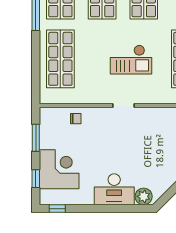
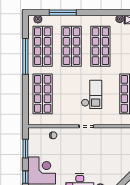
checkout: (131, 60) -> (92, 94), turned -90

